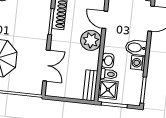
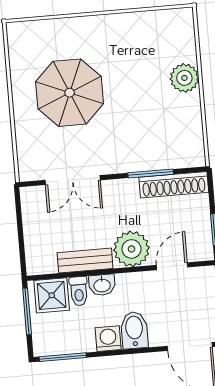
bench: (90, 85) -> (85, 261), moved

